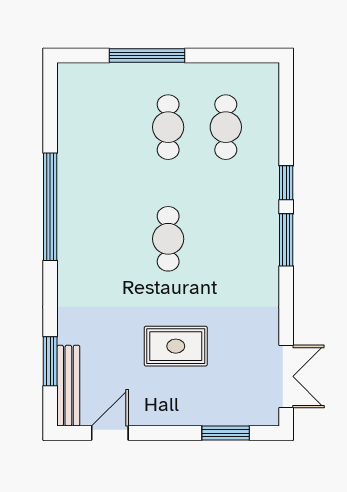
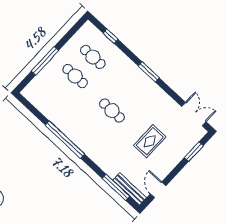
window: (286, 183) -> (111, 36), moved
window: (50, 361) -> (116, 187), width x1.44

